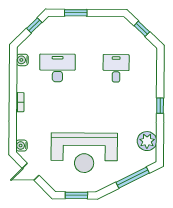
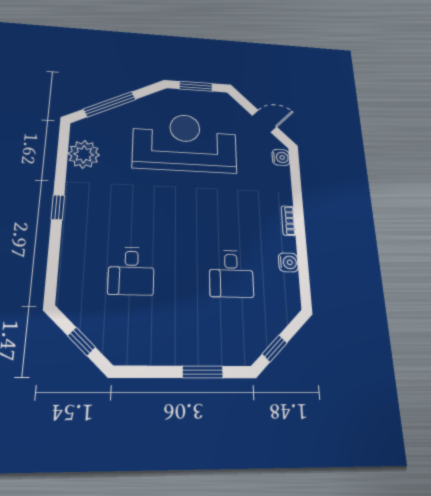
water cooler: (22, 60) -> (288, 262), moved
desk: (57, 68) -> (231, 274), width x0.73

